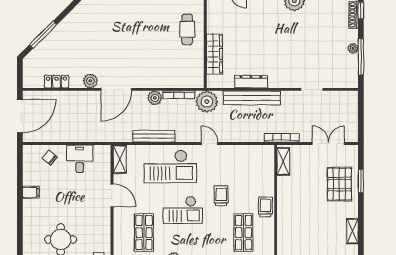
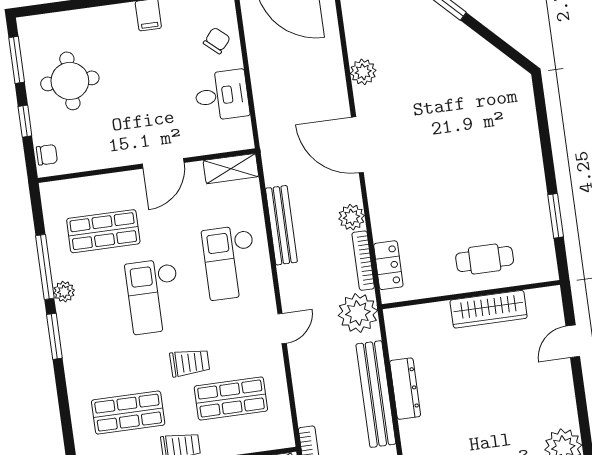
wardrobe: (214, 54) -> (489, 309), moved
plant: (90, 81) -> (363, 72), moved
locker: (57, 82) -> (388, 265), moved
checkout: (170, 166) -> (230, 262), width x0.73, depth x0.83
shop shelf: (244, 176) -> (231, 398), added

